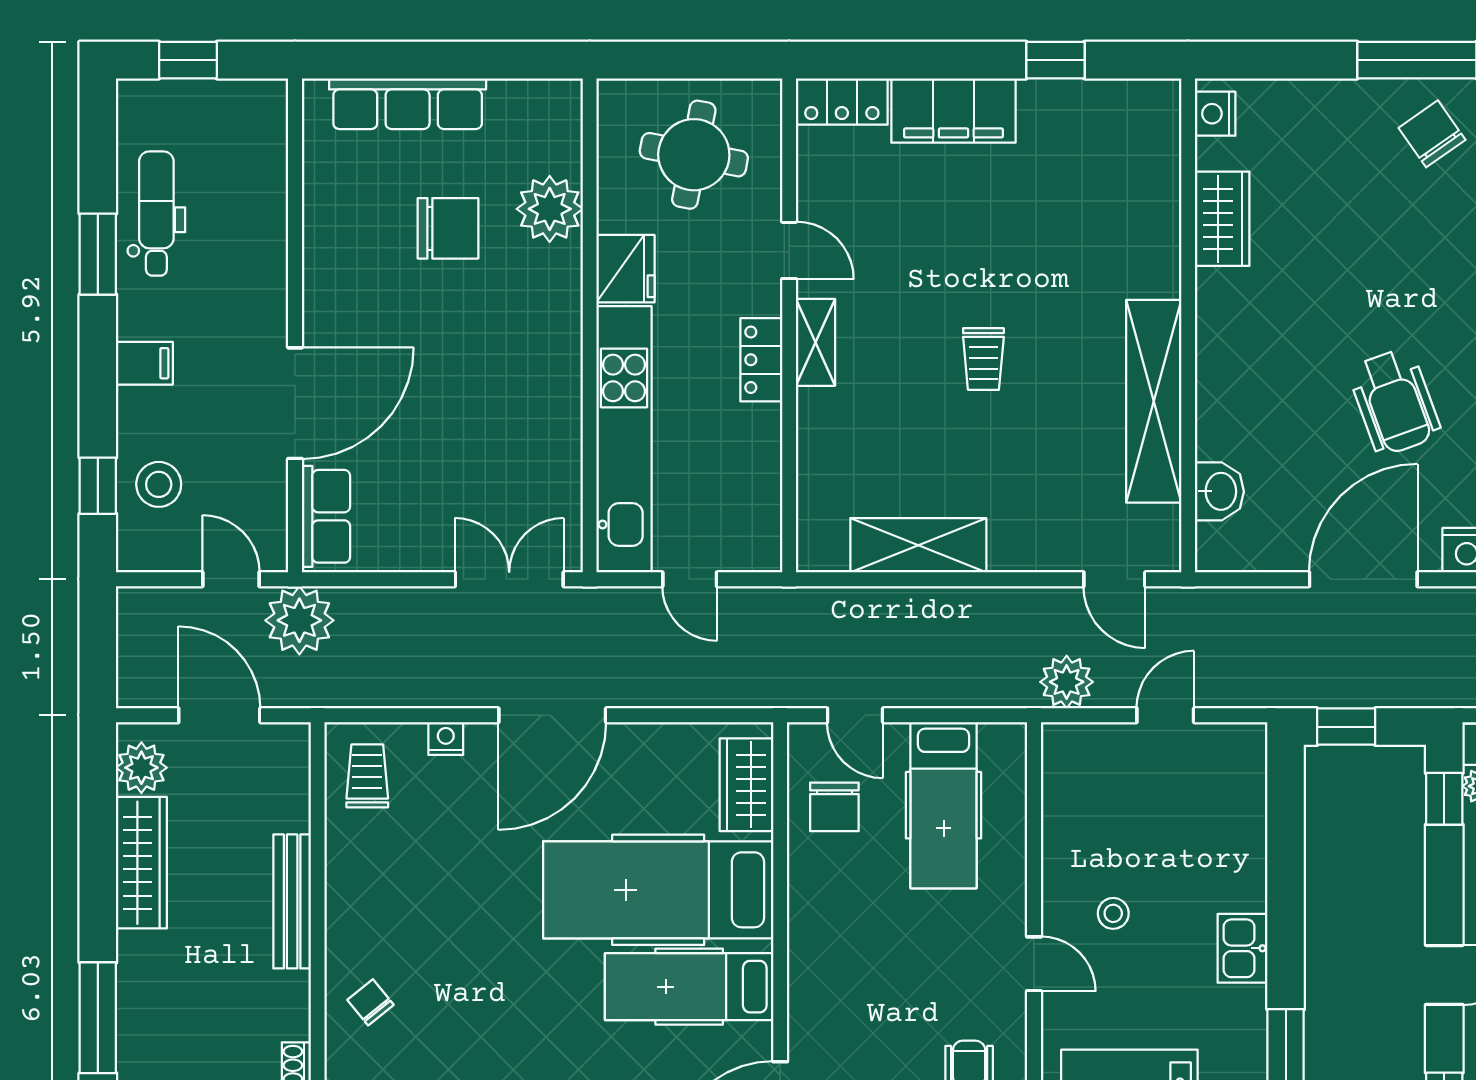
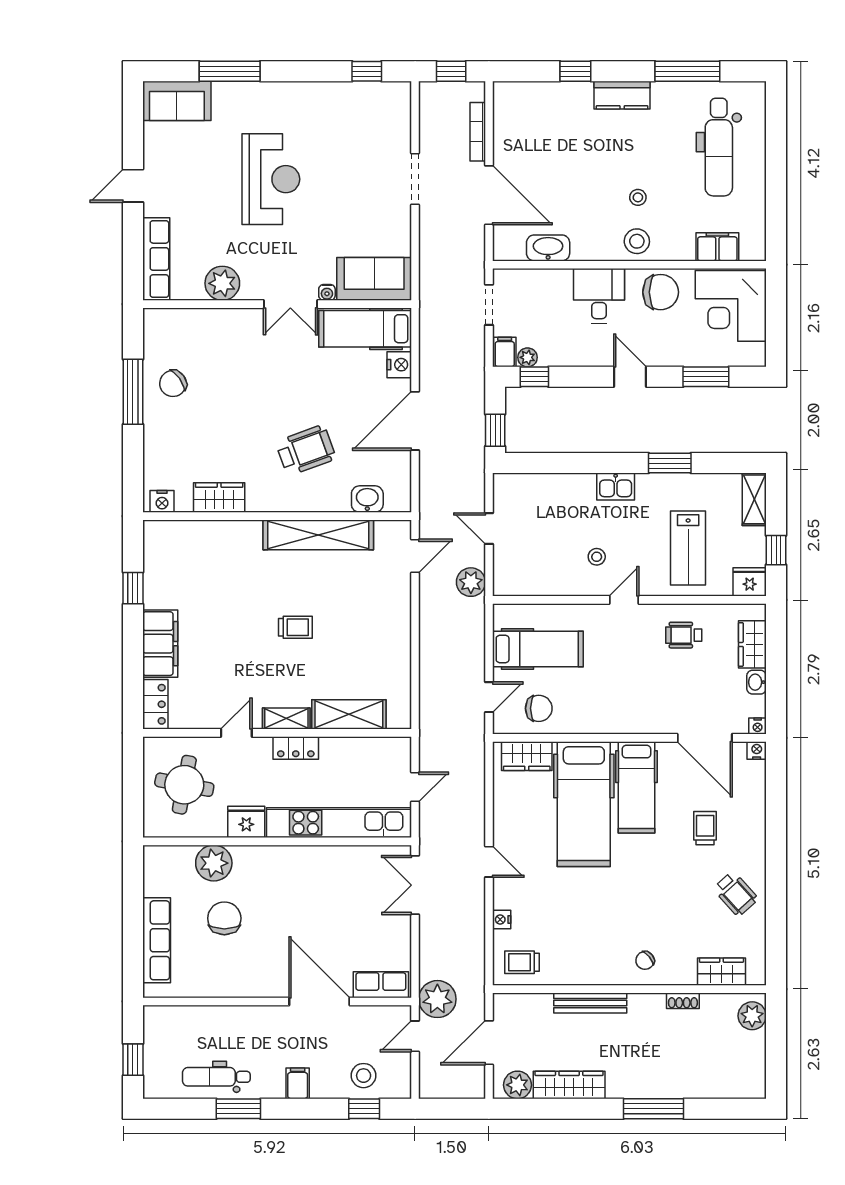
wheelchair: (1394, 402) -> (306, 450), moved
shelving: (918, 545) -> (349, 714), moved, turned 90
door: (1363, 579) -> (415, 421), hinge flipped
door: (552, 715) -> (489, 862), width x0.53

